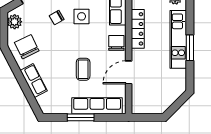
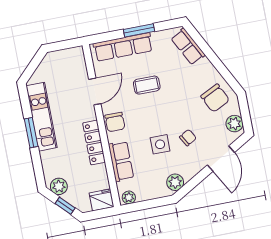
kitchen unit: (178, 39) -> (42, 117), moved
coffee table: (83, 69) -> (147, 85), turned 90
row of seats: (34, 81) -> (188, 47), moved

